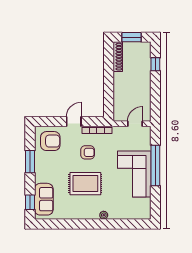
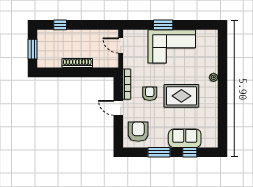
shoe rack: (118, 57) -> (77, 63), moved
window: (155, 166) -> (163, 25), width x0.47
rug: (85, 184) -> (181, 96), turned 90
sofa: (44, 199) -> (185, 138), moved
window: (30, 202) -> (190, 152), moved

